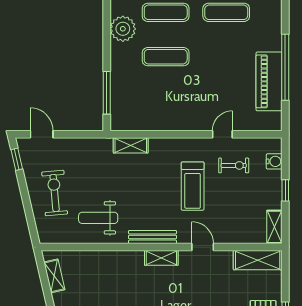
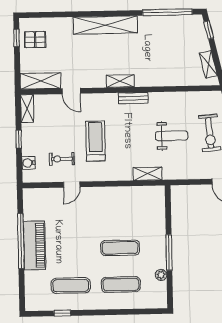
plant: (123, 29) -> (161, 275), width x0.53, depth x0.53
piano: (269, 81) -> (34, 245), moved
window: (107, 93) -> (169, 252), moved
weight bench: (98, 218) -> (172, 136), moved
bench: (153, 237) -> (133, 98), width x0.73
door: (203, 247) -> (71, 91), moved

